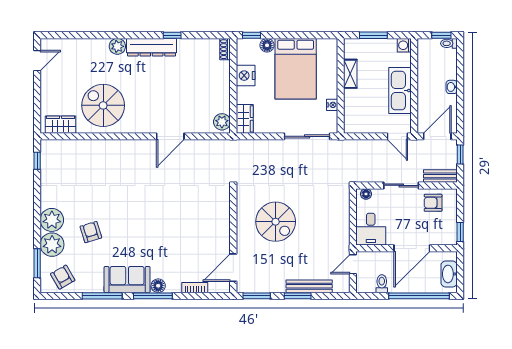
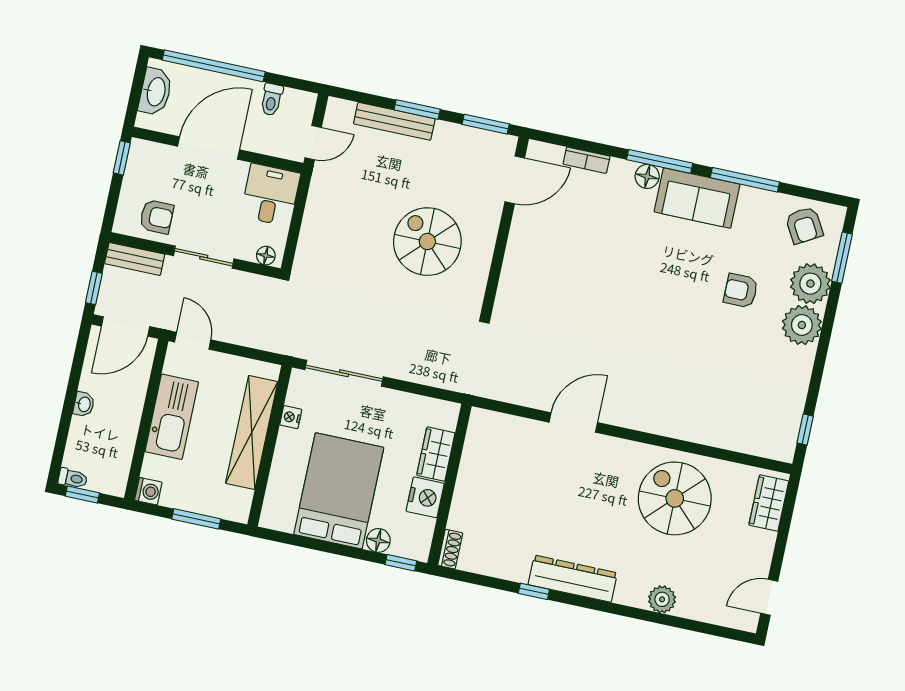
plant: (117, 46) -> (662, 599), moved
shelving: (350, 74) -> (252, 433), width x2.20, depth x1.33
spiral stairs: (103, 105) -> (675, 498), turned 180
wardrobe: (245, 119) -> (436, 454), moved
plant: (222, 122) -> (481, 428), removed
wardrobe: (61, 125) -> (769, 503), moved, turned 90
armchair: (91, 232) -> (741, 291), turned 107

